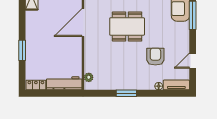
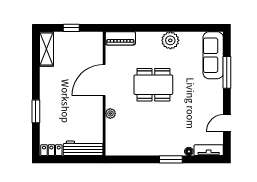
armchair: (155, 57) -> (185, 118), removed
plant: (89, 77) -> (110, 113), moved
window: (126, 93) -> (171, 159), moved

